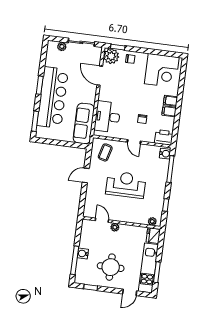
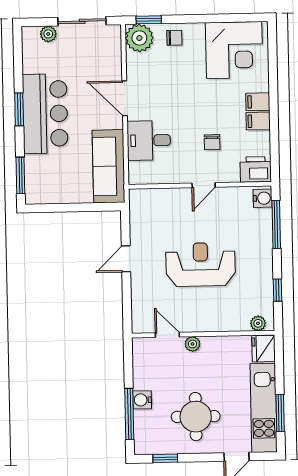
door: (100, 76) -> (125, 98), moved
bar counter: (53, 98) -> (45, 114), width x0.73
desk: (107, 117) -> (149, 140), width x0.73
door: (134, 142) -> (204, 185), hinge flipped
coffee table: (105, 152) -> (155, 212), removed

